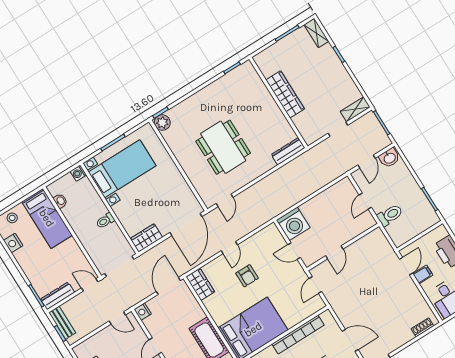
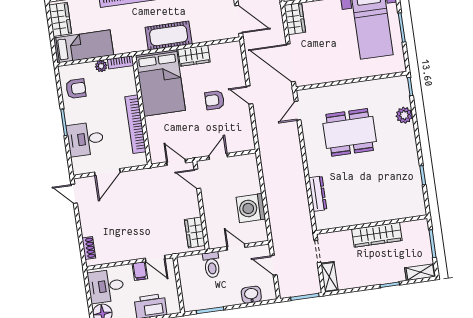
wardrobe: (285, 94) -> (377, 235), moved
wall: (278, 103) -> (372, 225), moved
plant: (162, 123) -> (404, 115), moved
washbasin: (389, 158) -> (251, 295), moved, turned 90
door: (224, 200) -> (298, 111), hinge flipped
washing machine: (293, 224) -> (251, 208), moved
wardrobe: (369, 242) -> (195, 233), added
door: (334, 252) -> (197, 179), moved
wardrobe: (200, 284) -> (194, 56), moved

